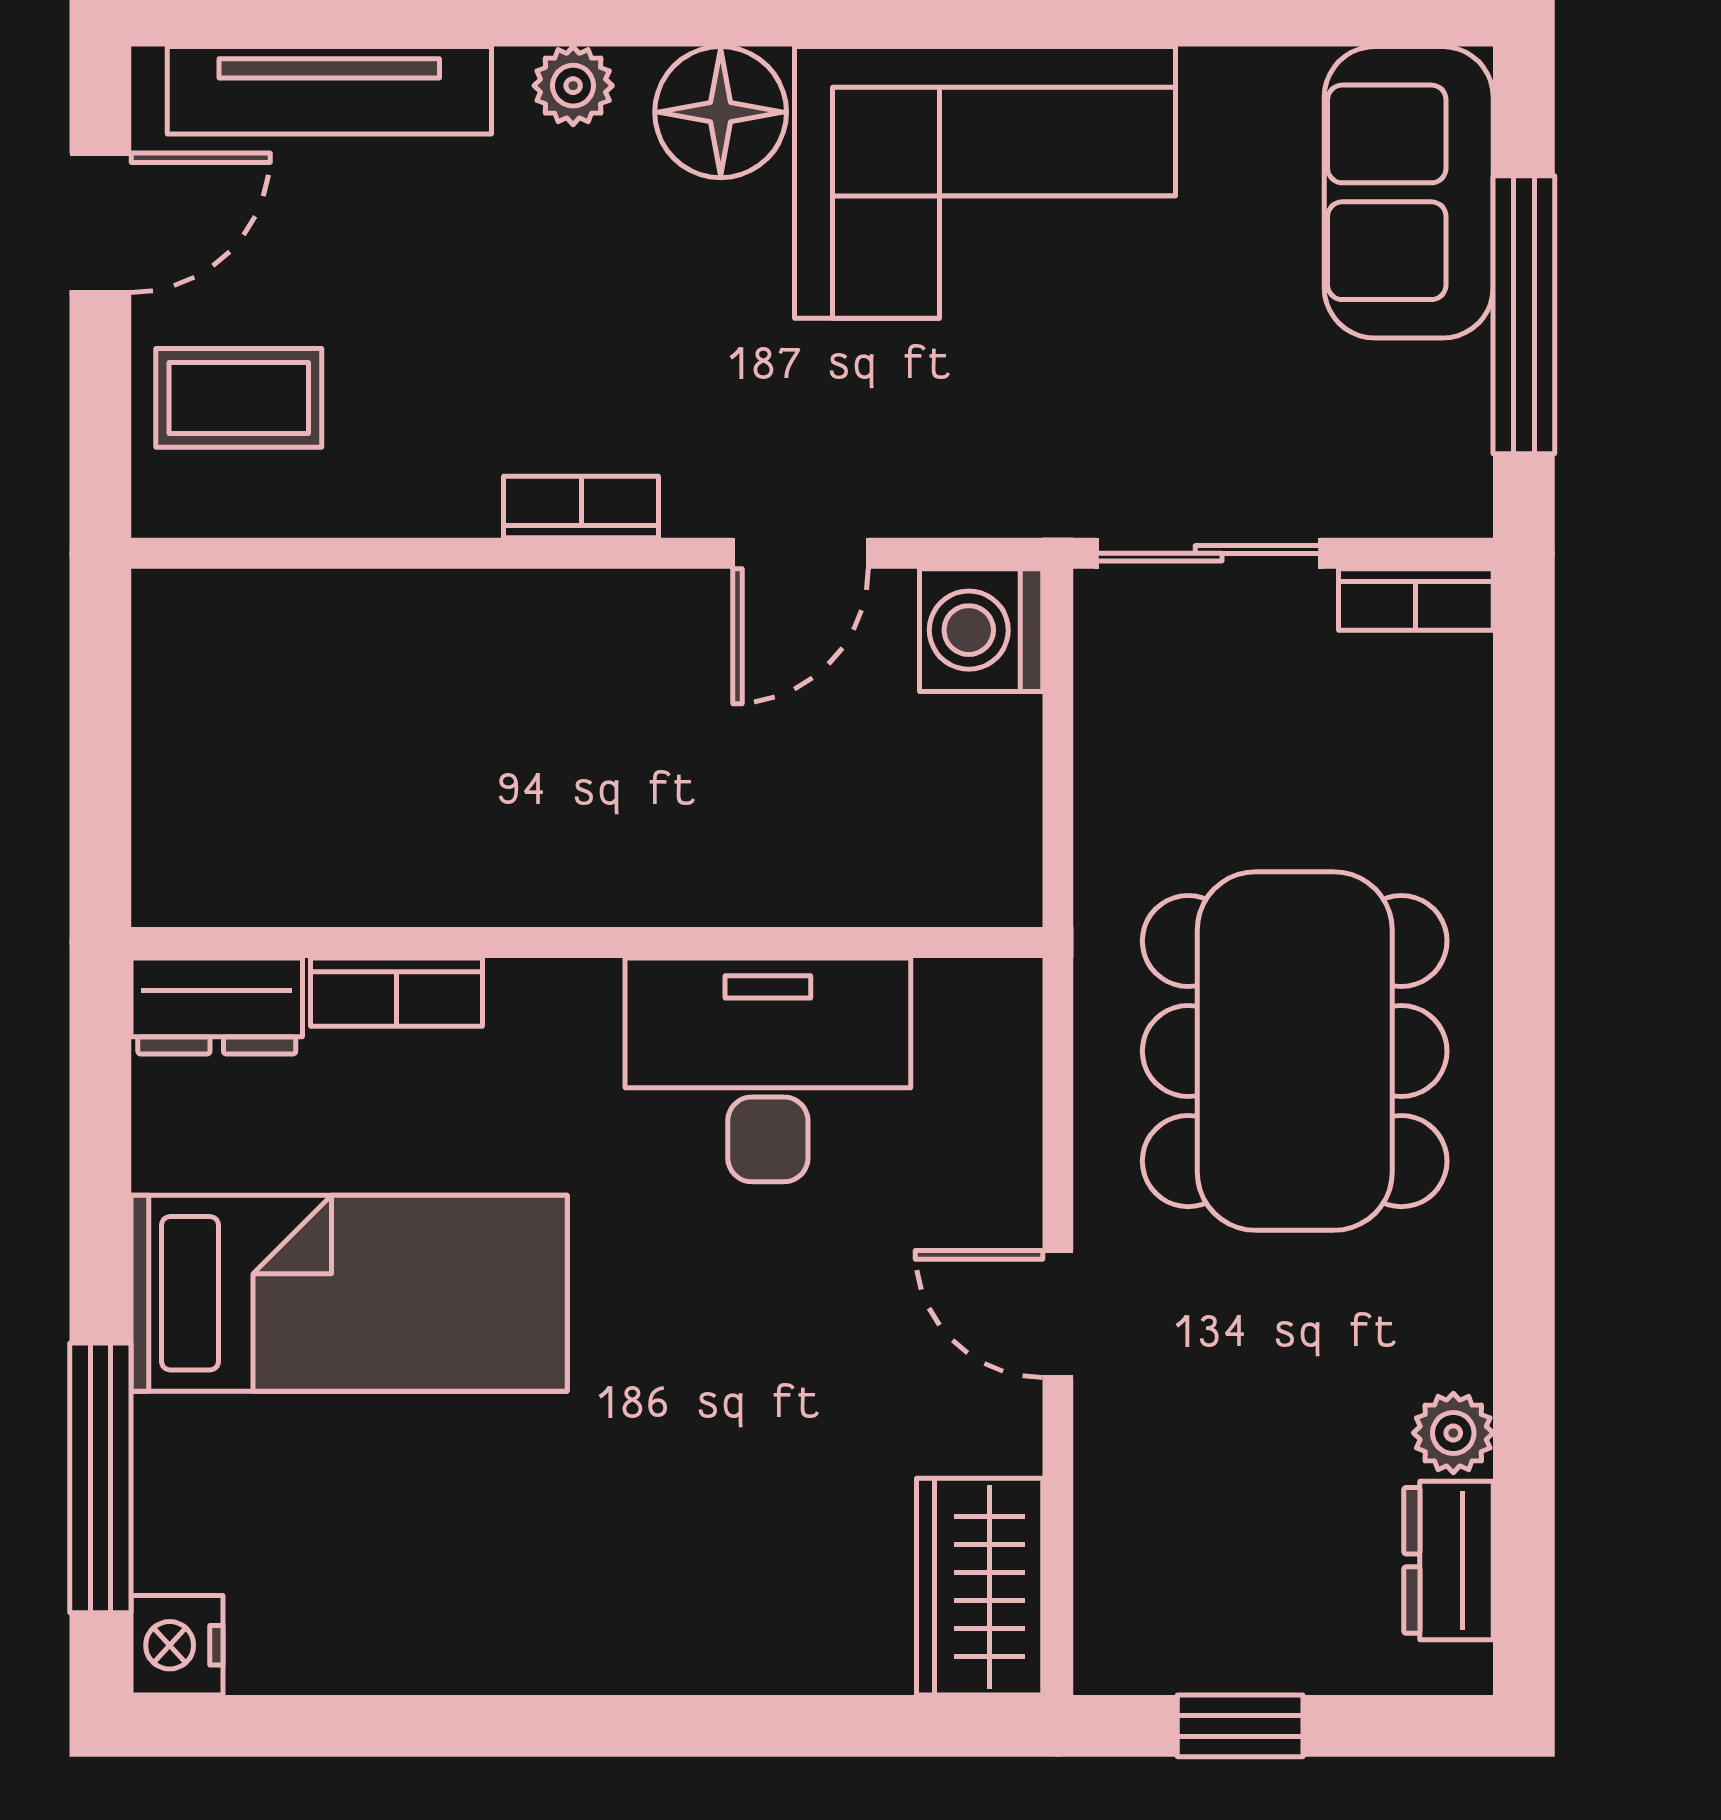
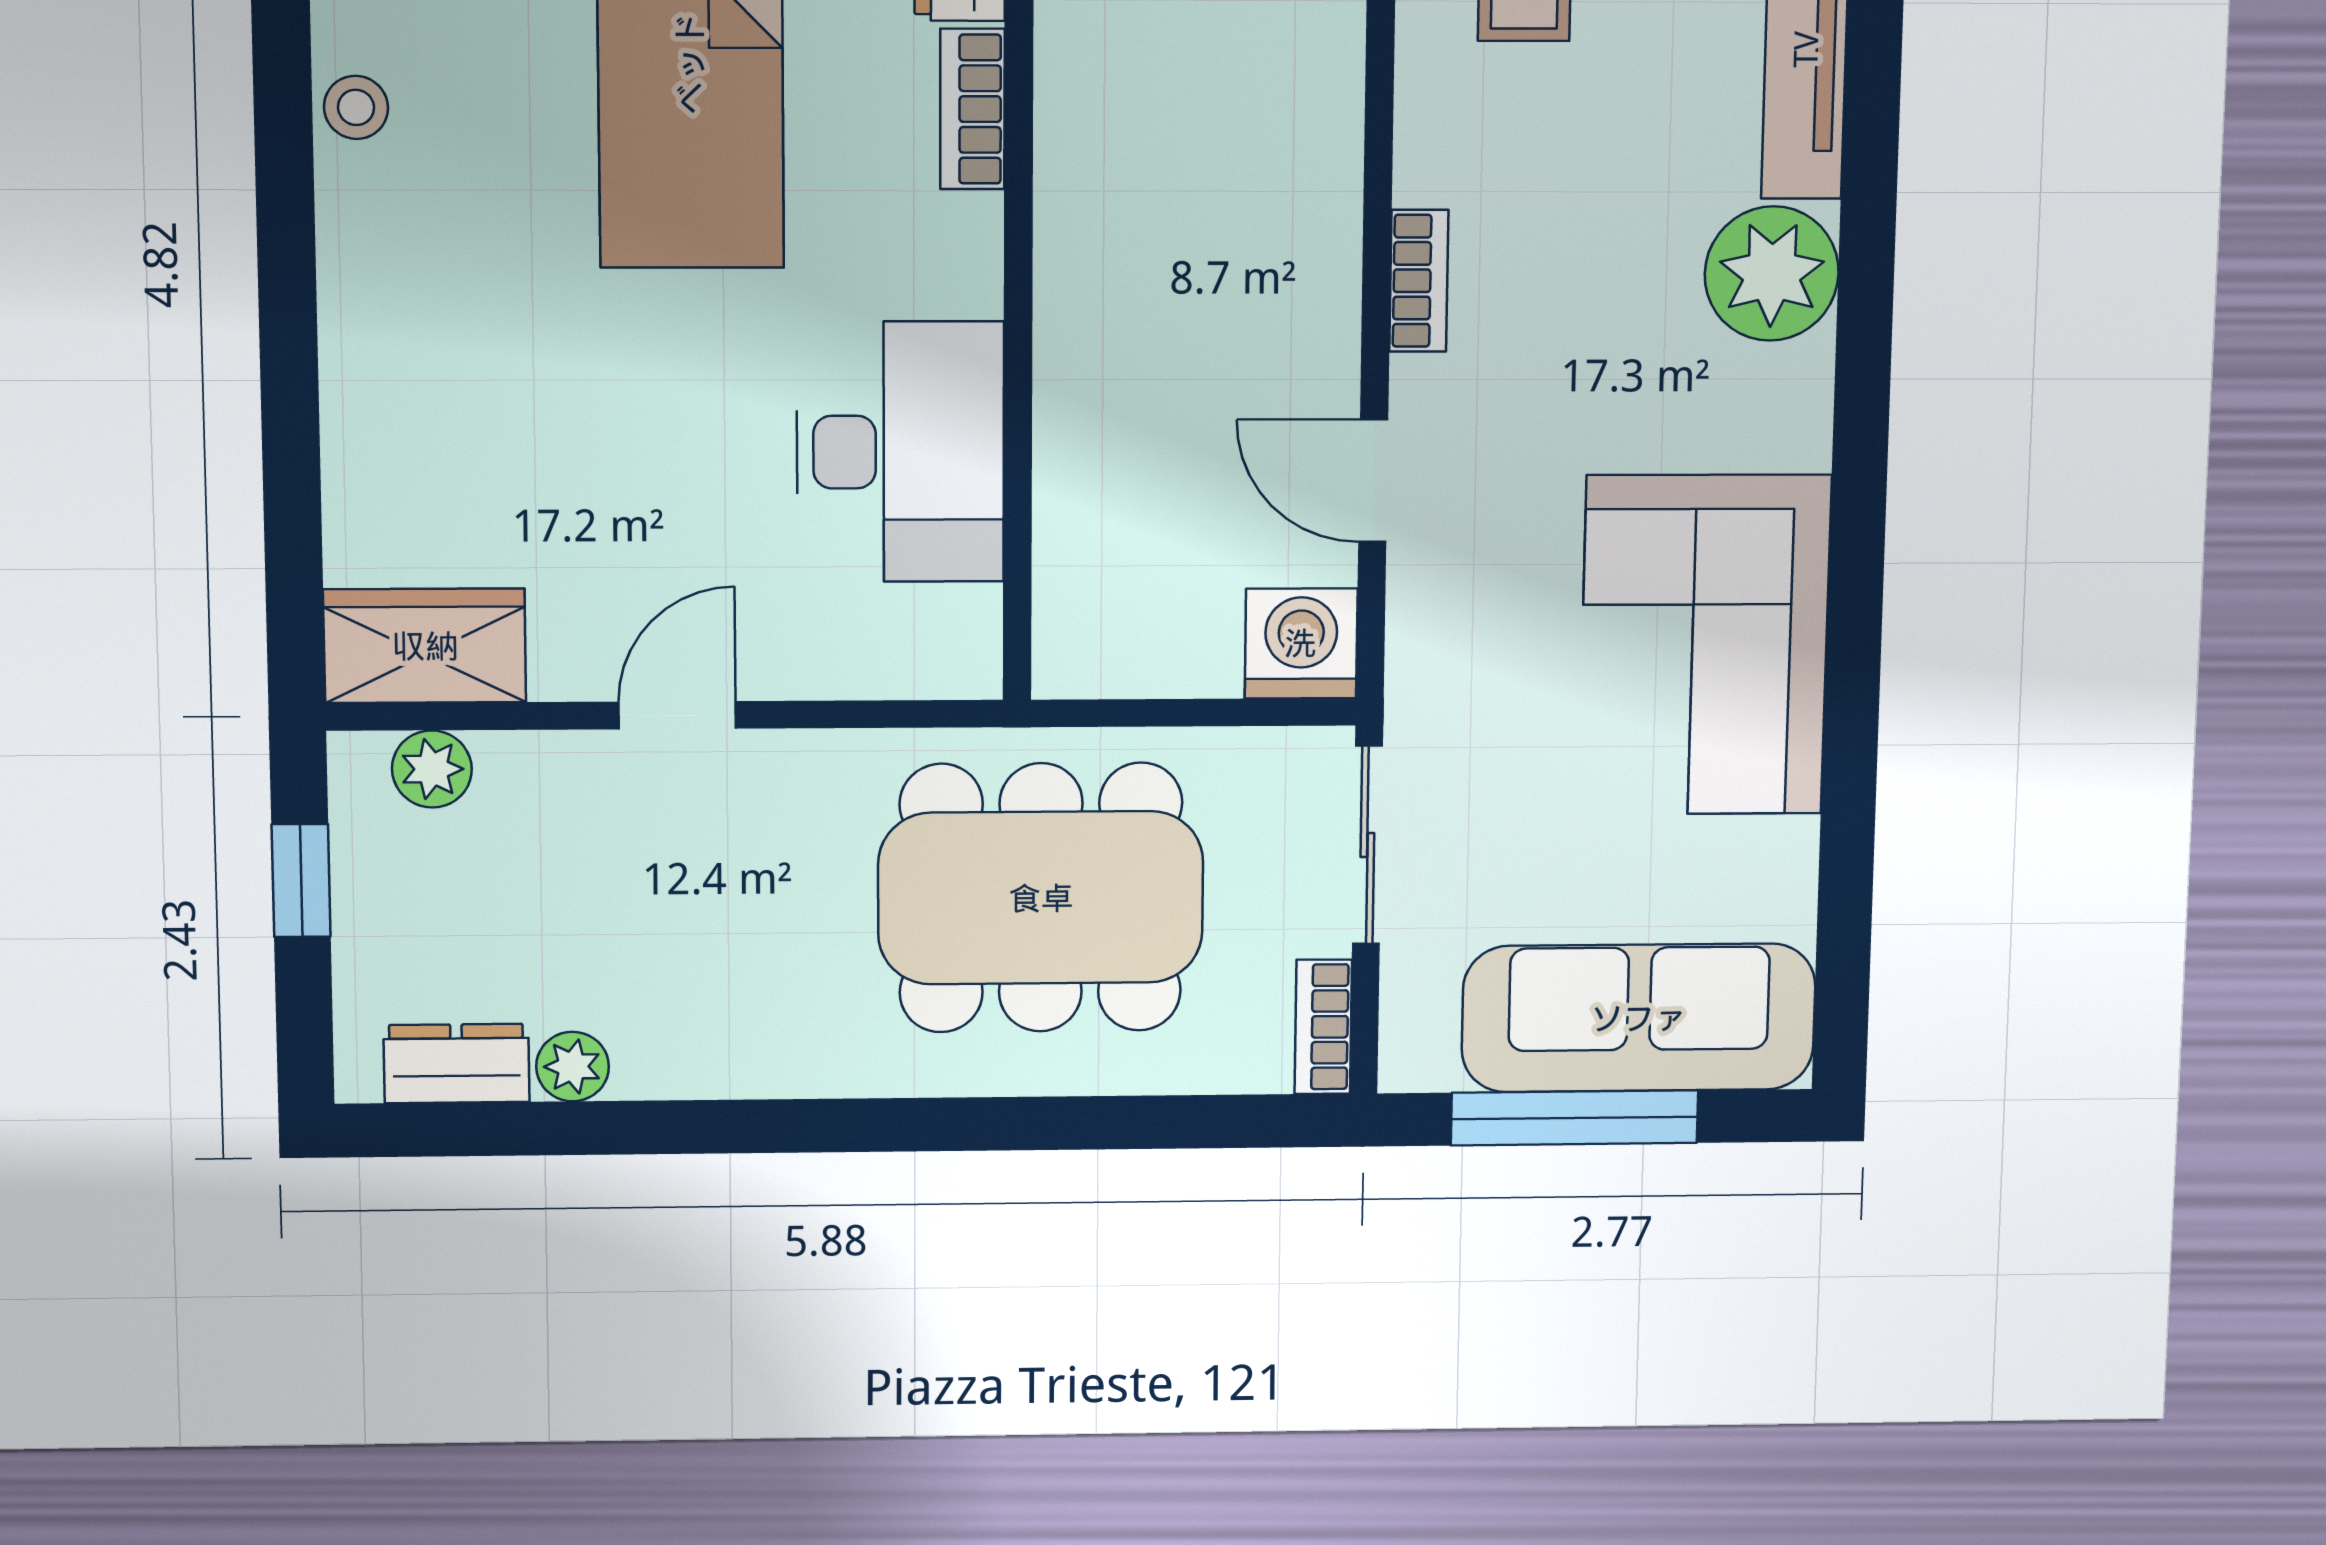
plant: (573, 86) -> (1772, 274), width x1.87, depth x1.87
floor lamp: (721, 112) -> (1775, 408), removed
sofa: (1409, 192) -> (1639, 1018), width x1.36
dining table: (1295, 1051) -> (1041, 898), moved
plant: (1116, 1581) -> (432, 769), added
stool: (396, 1649) -> (356, 107), added

